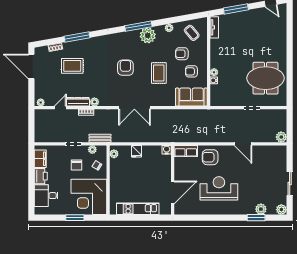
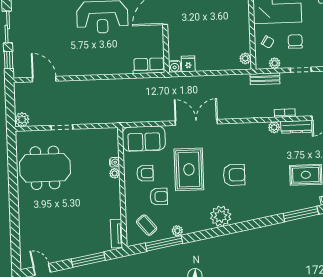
window: (138, 26) -> (164, 243), moved
plant: (148, 35) -> (221, 216), moved
armchair: (125, 68) -> (234, 175), turned -90
rug: (159, 73) -> (189, 169), width x1.36, depth x1.43
double door: (134, 108) -> (196, 122), moved
plant: (281, 137) -> (22, 120), moved
door: (243, 144) -> (44, 79), moved
fridge: (137, 151) -> (188, 64), moved
armchair: (210, 157) -> (116, 59), removed
window: (290, 159) -> (9, 60), added

